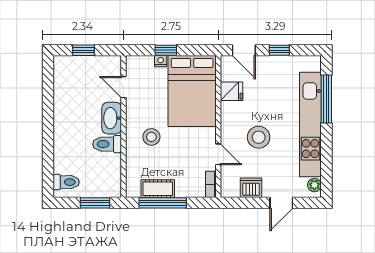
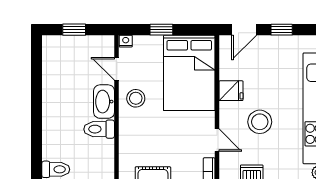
door: (244, 50) -> (244, 30), hinge flipped
nightstand: (161, 61) -> (126, 41), moved
fridge: (231, 91) -> (231, 91), moved
stool: (151, 137) -> (136, 98), moved

